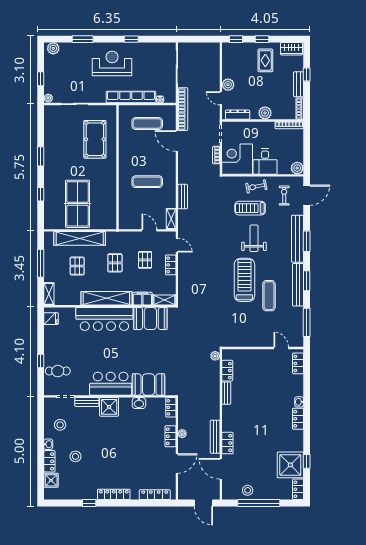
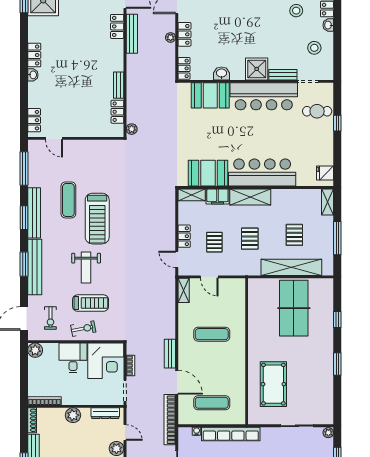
bench: (183, 197) -> (170, 354), moved
shelving: (106, 298) -> (250, 197), width x0.68
bar counter: (111, 384) -> (264, 96), width x1.36

